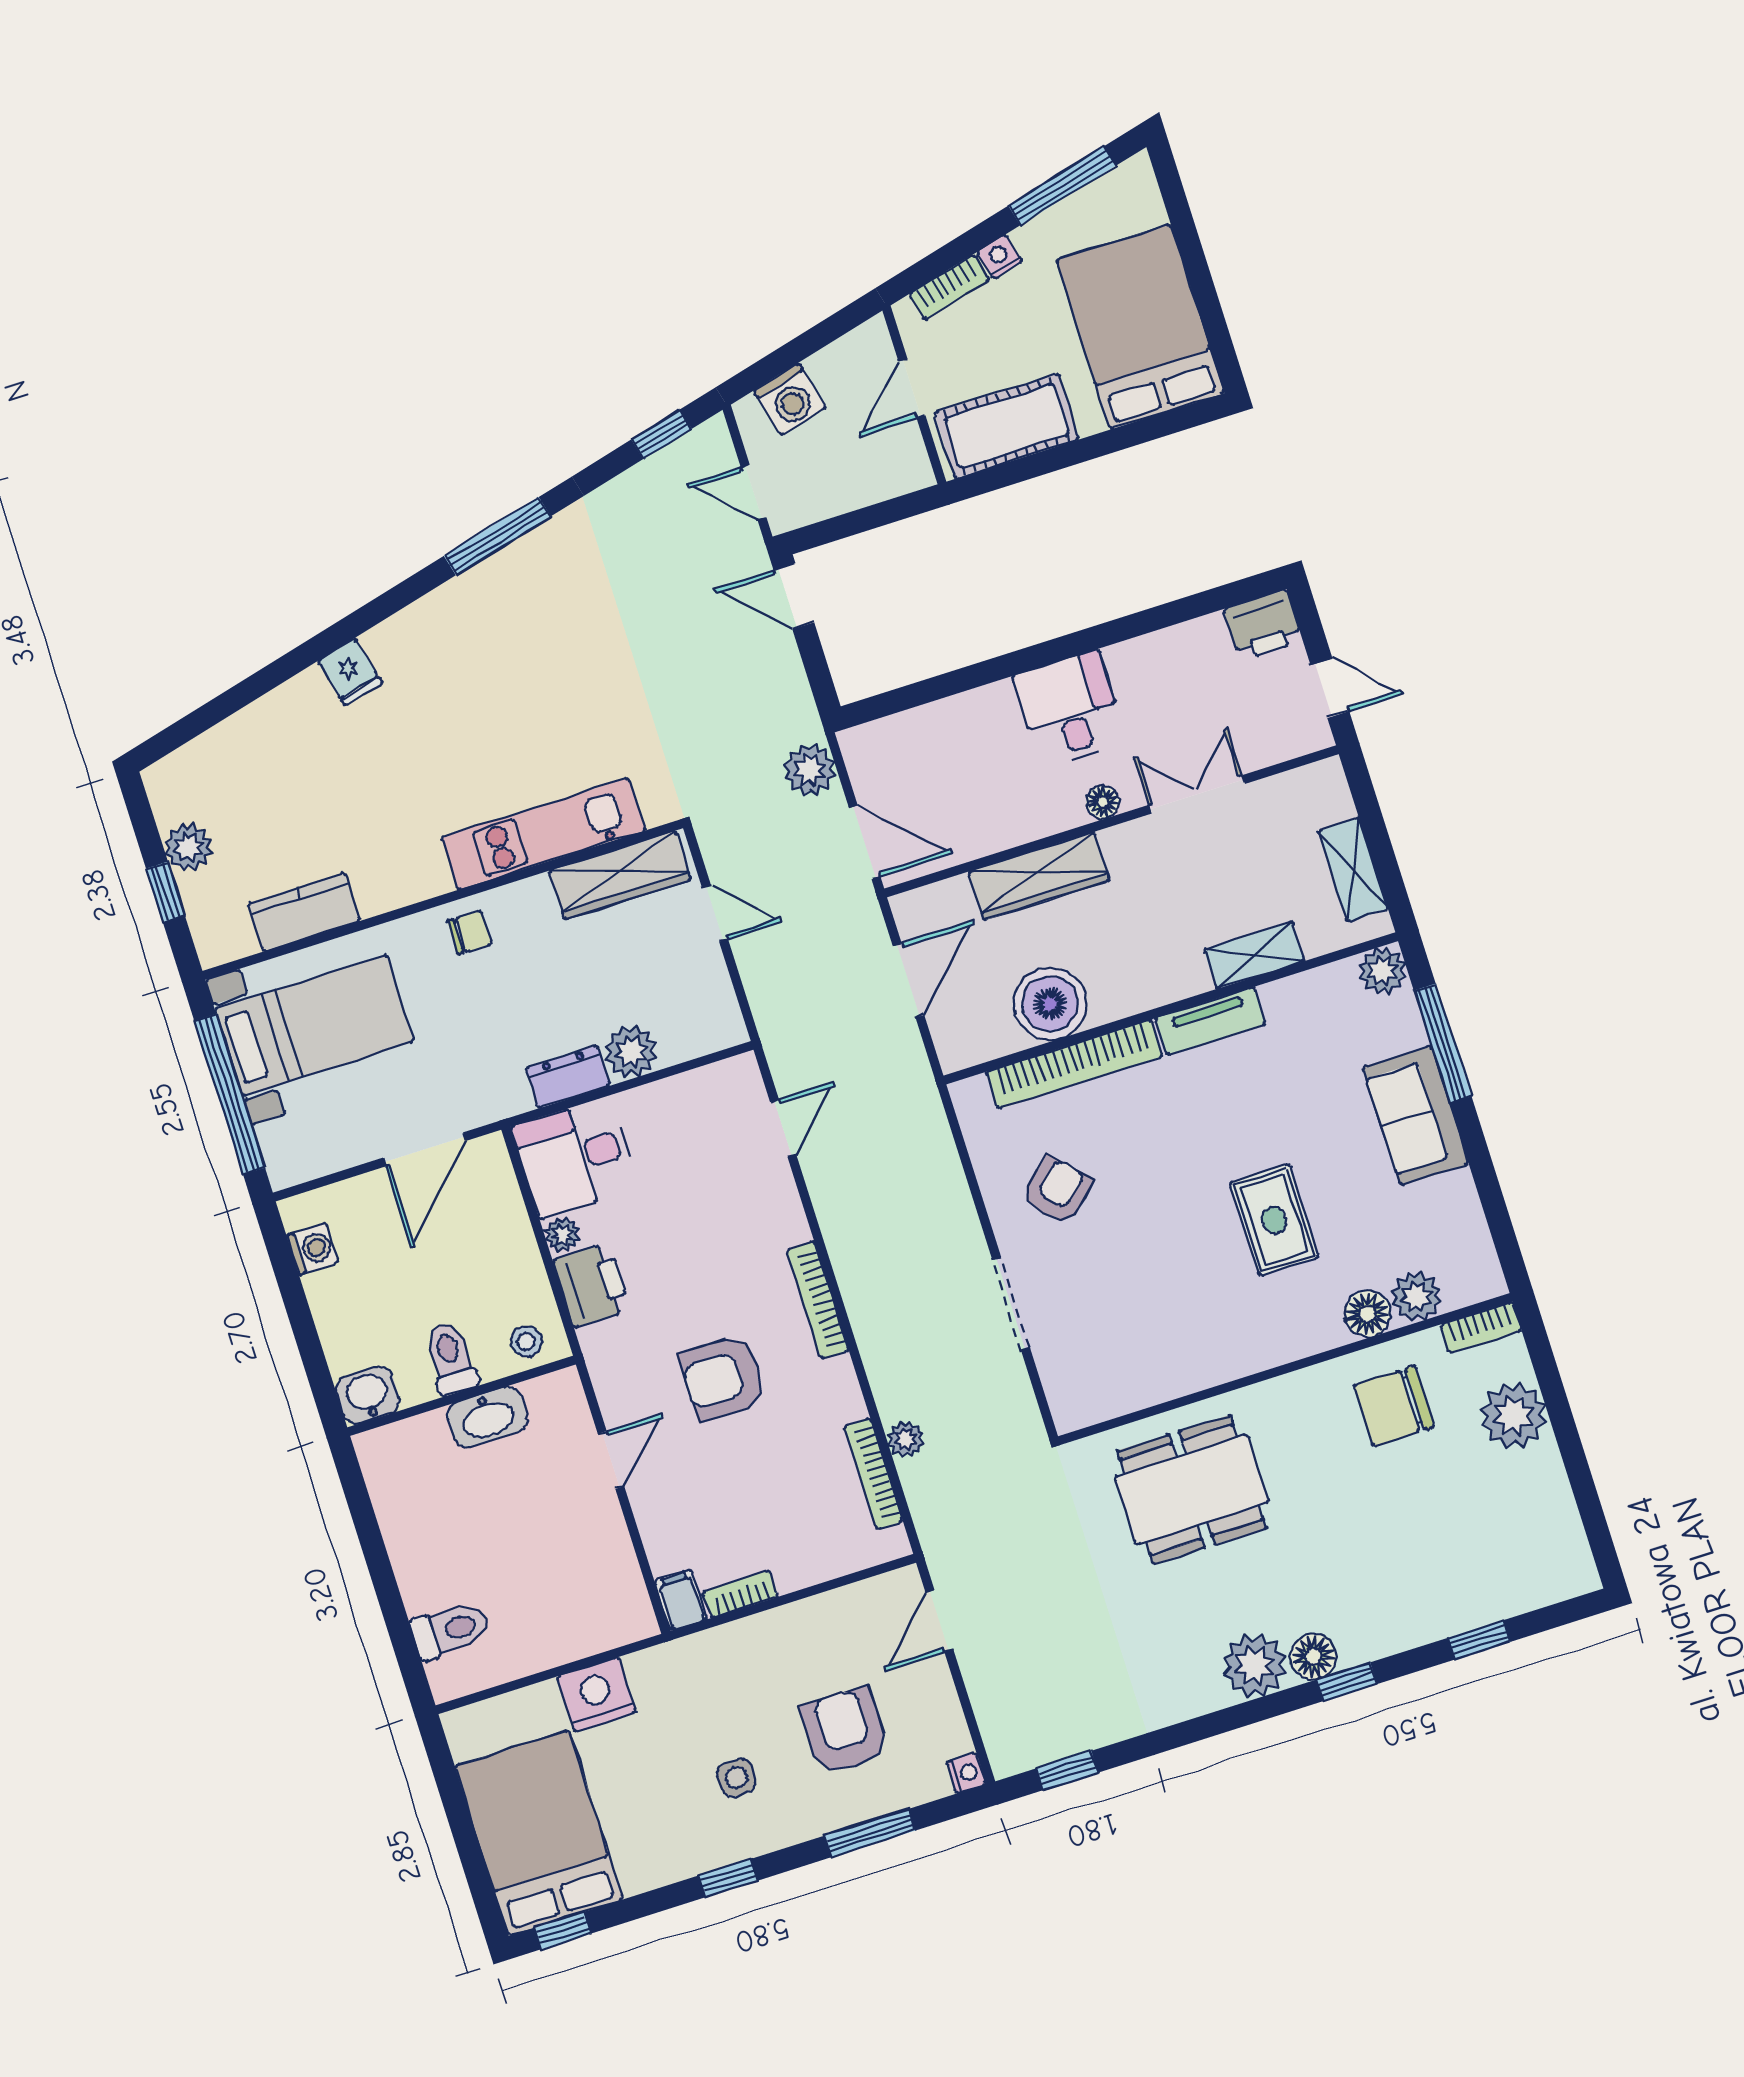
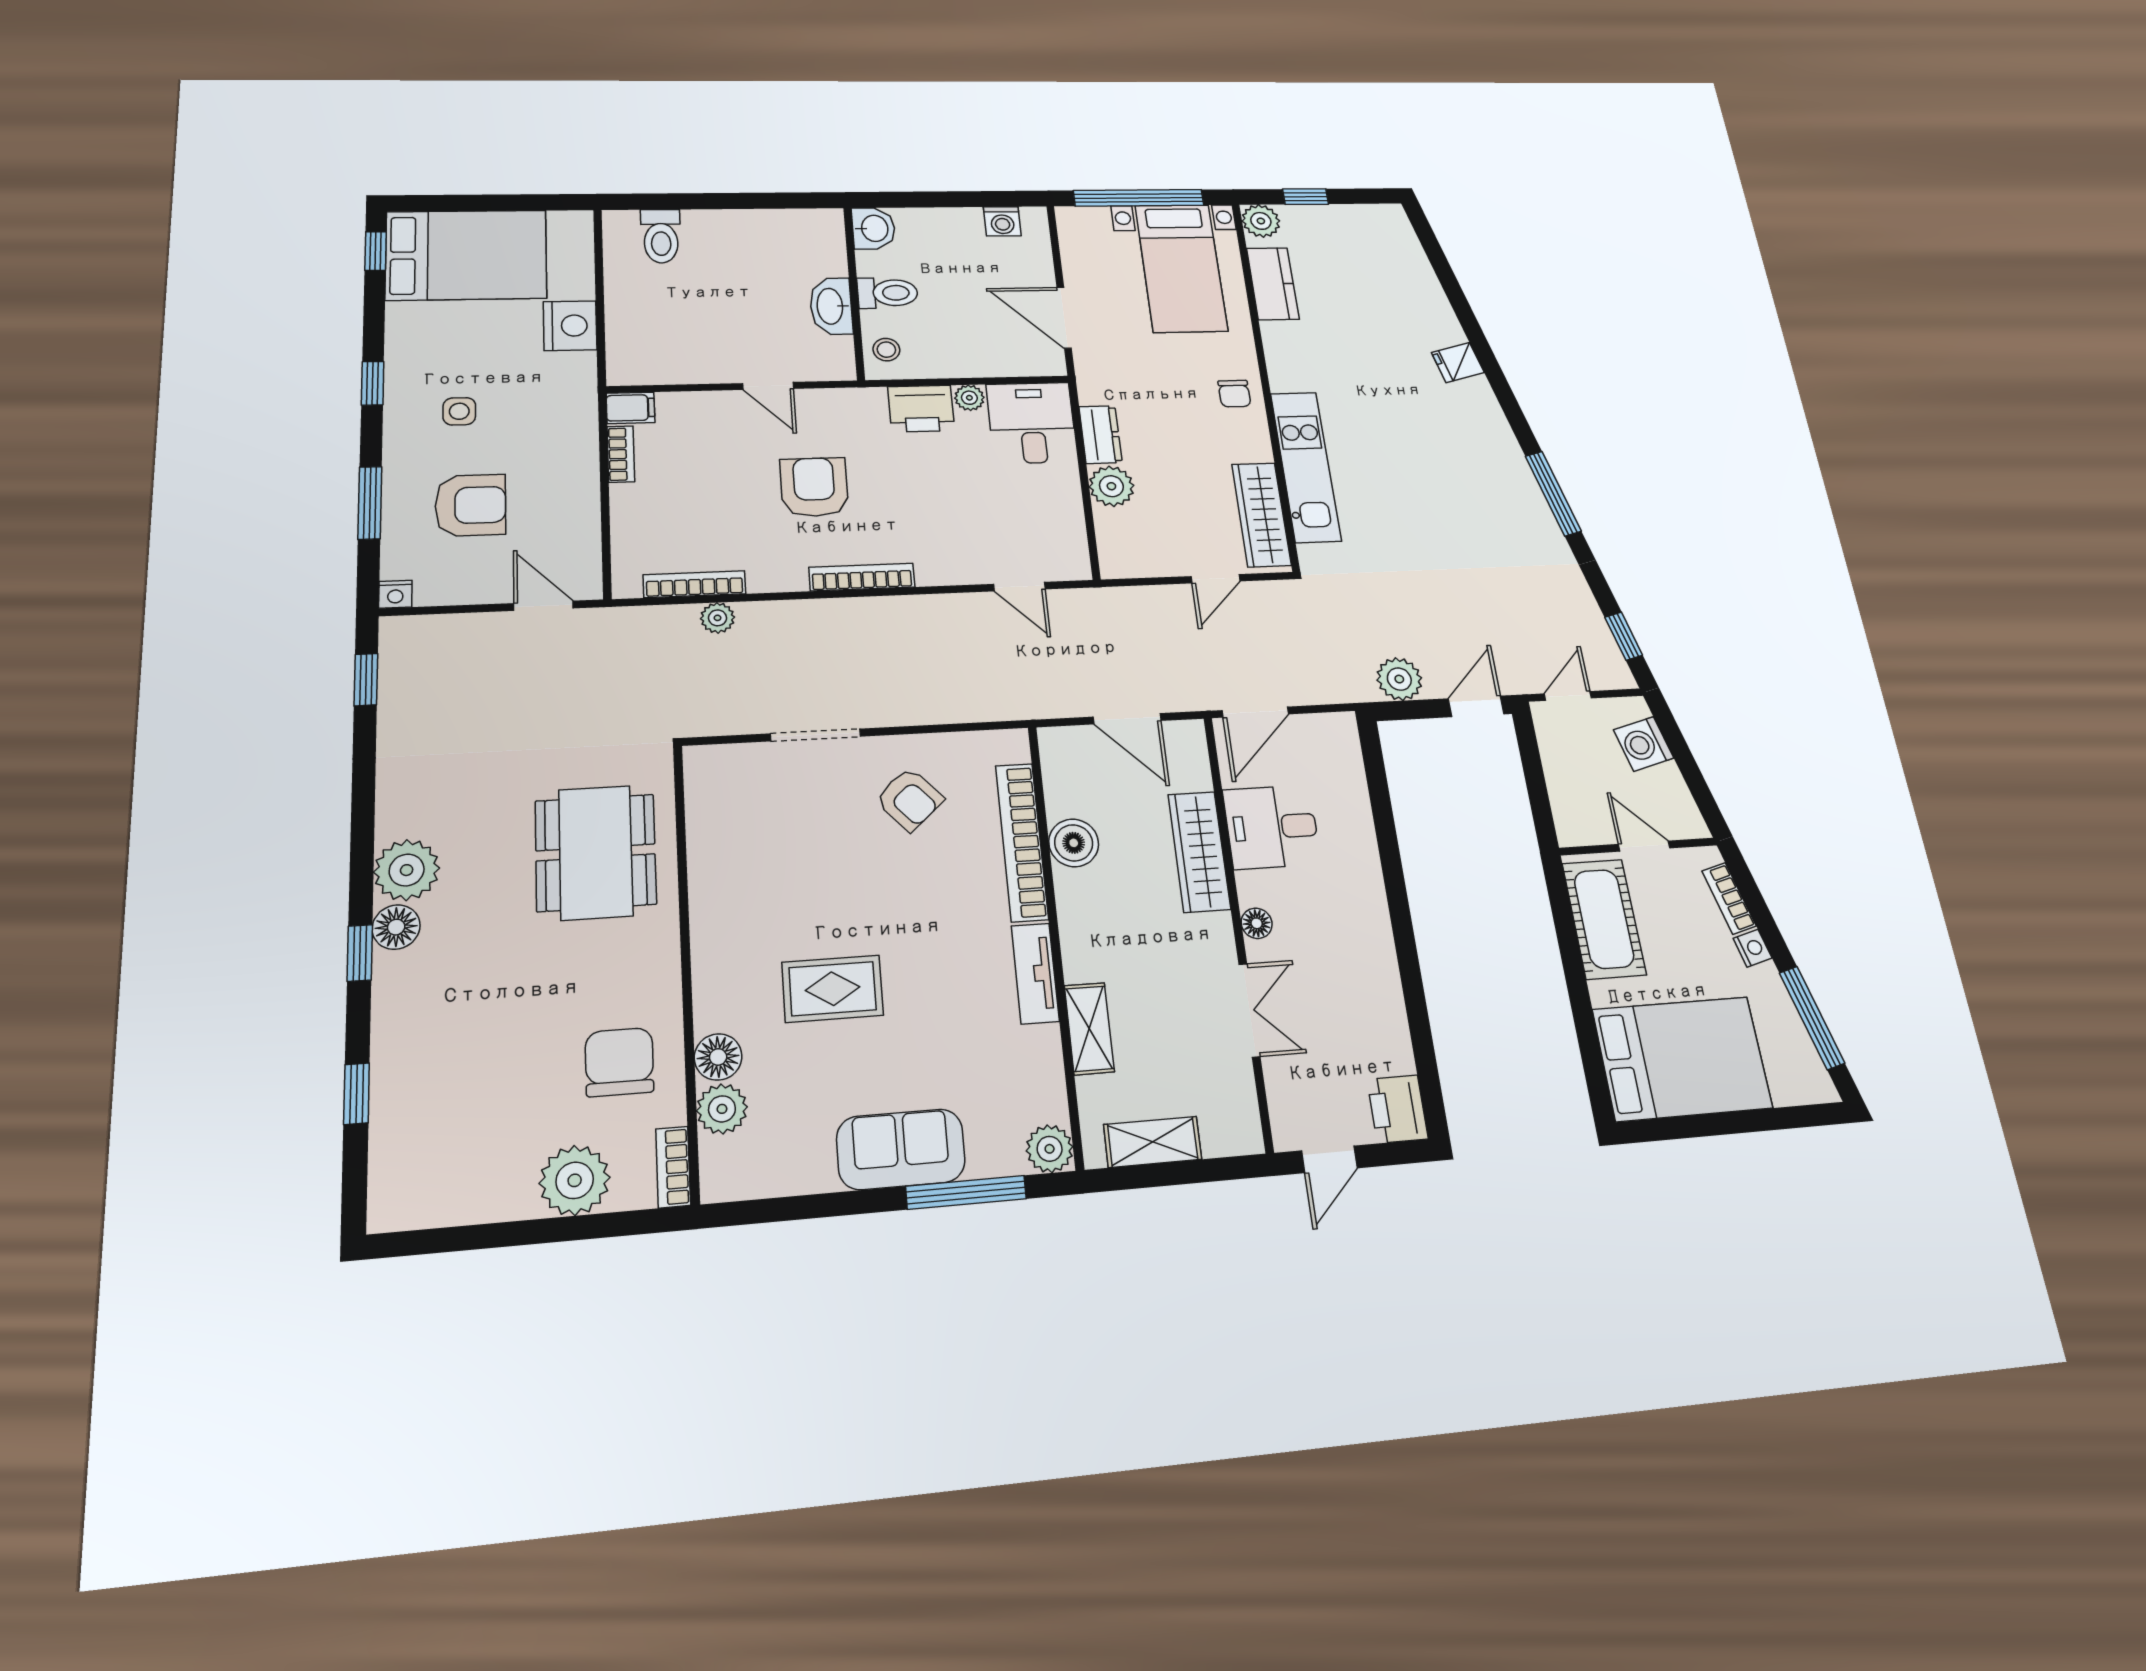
desk: (1070, 709) -> (1272, 827), moved, turned 180
plant: (809, 770) -> (1399, 679), moved
plant: (188, 847) -> (1261, 221), moved
boiler: (1050, 1004) -> (1074, 843), width x0.73, depth x0.73

